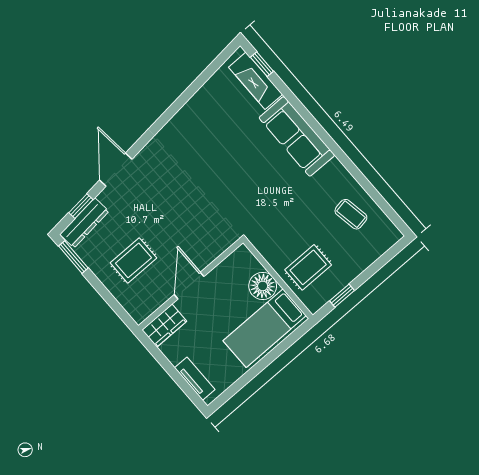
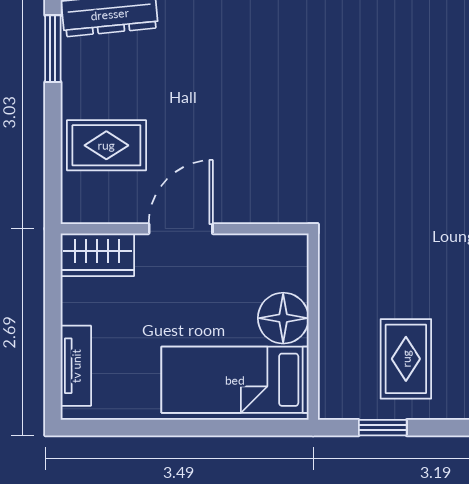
rug: (133, 260) -> (106, 145), moved
rug: (308, 267) -> (406, 359), moved, turned 90

